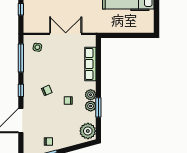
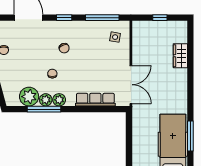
double door: (66, 34) -> (131, 85), moved
window: (98, 107) -> (44, 109), width x1.44
plant: (88, 131) -> (29, 97), moved

